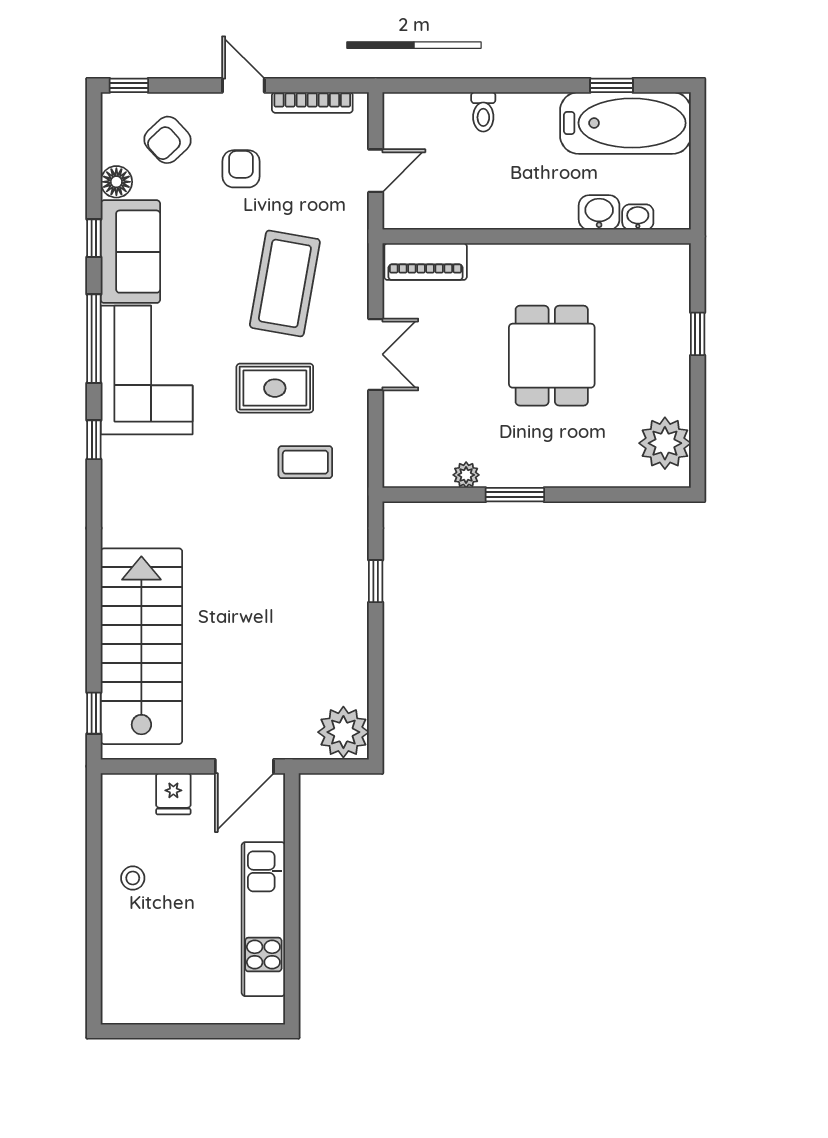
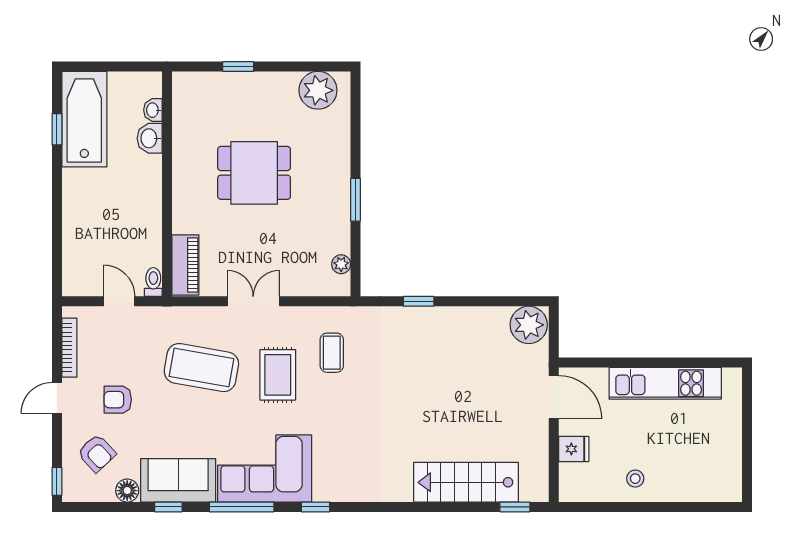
toilet: (483, 112) -> (153, 282), moved, turned -90
plant: (466, 475) -> (341, 264), moved
stairs: (141, 646) -> (466, 482), width x0.73, depth x0.66

